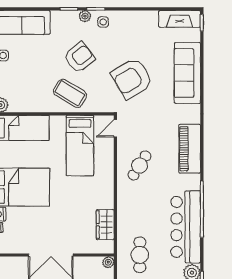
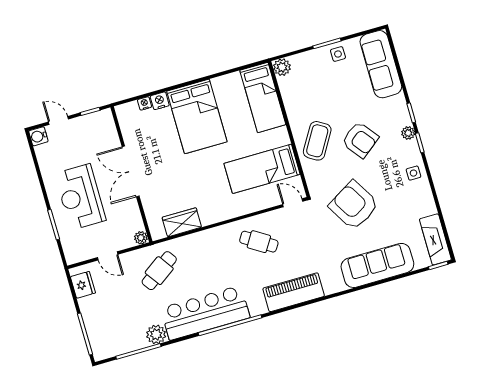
side table: (103, 22) -> (413, 173), moved
cafe table: (140, 255) -> (159, 271), turned -35

